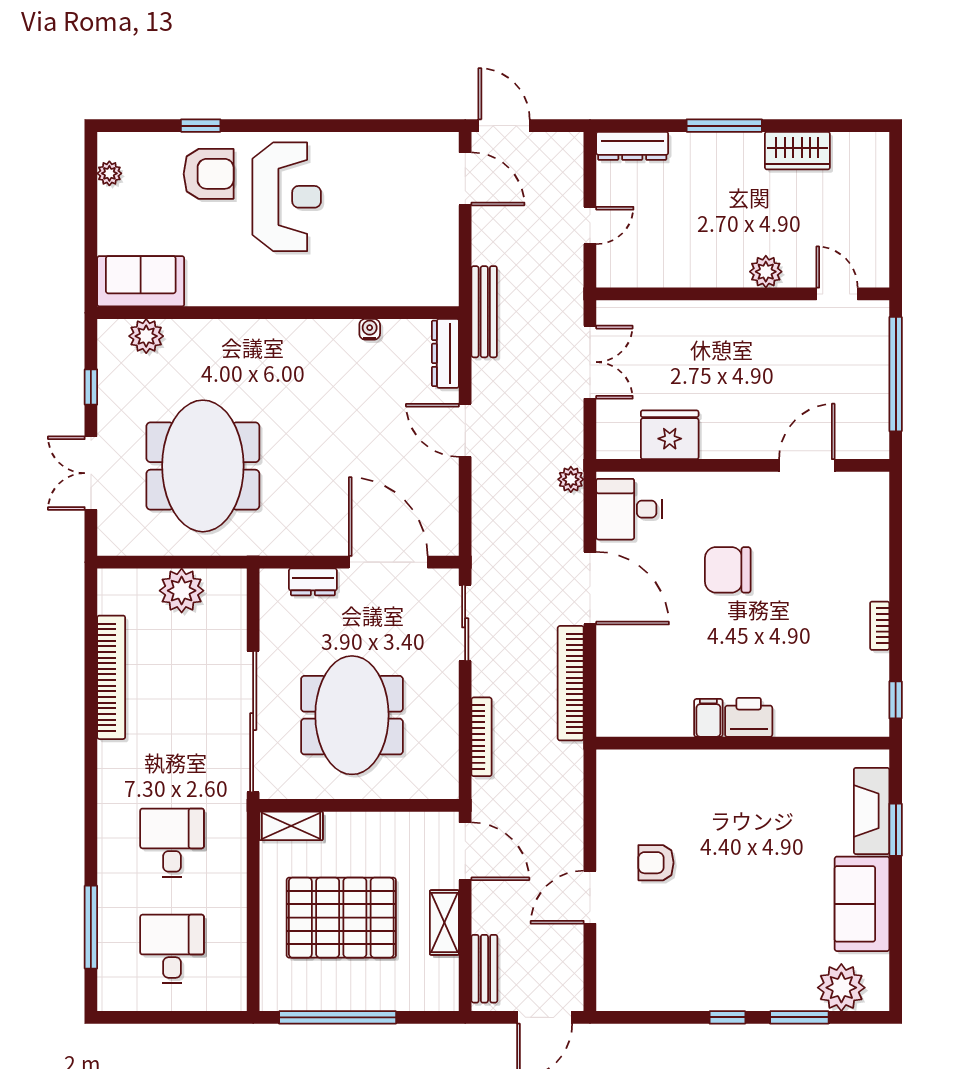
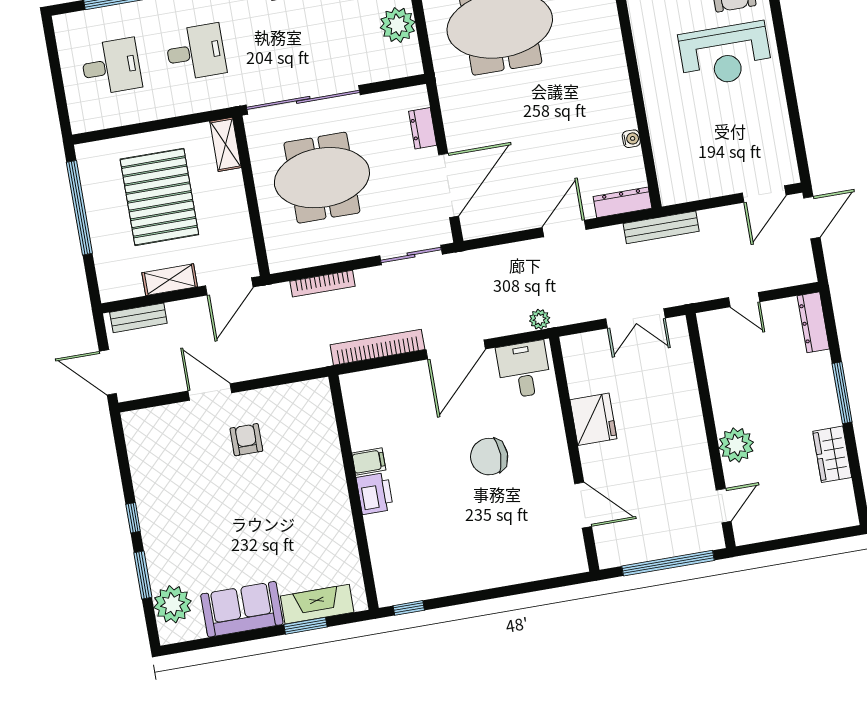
plant: (766, 272) -> (736, 445), width x1.36, depth x1.36
fridge: (670, 435) -> (593, 419), moved
chair: (728, 570) -> (489, 457), turned -90
bookcase: (880, 626) -> (466, 585), removed

